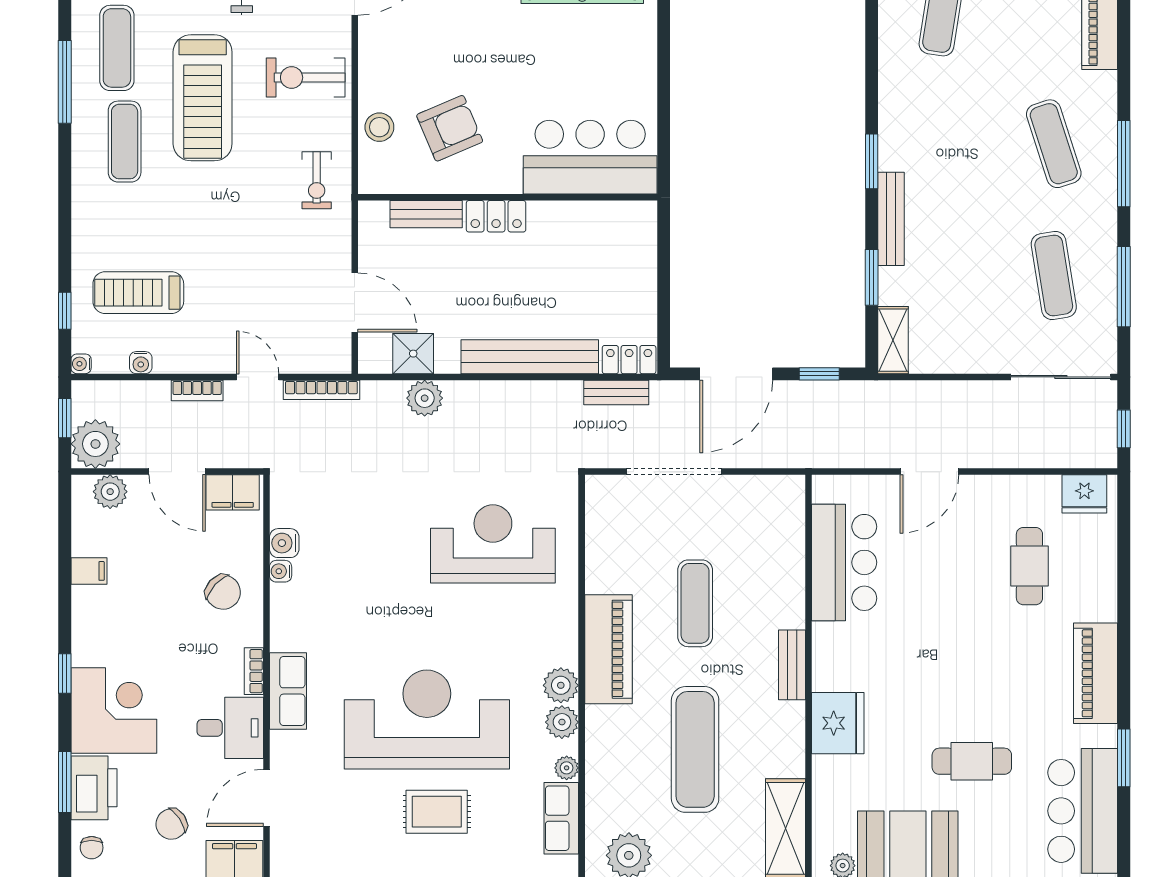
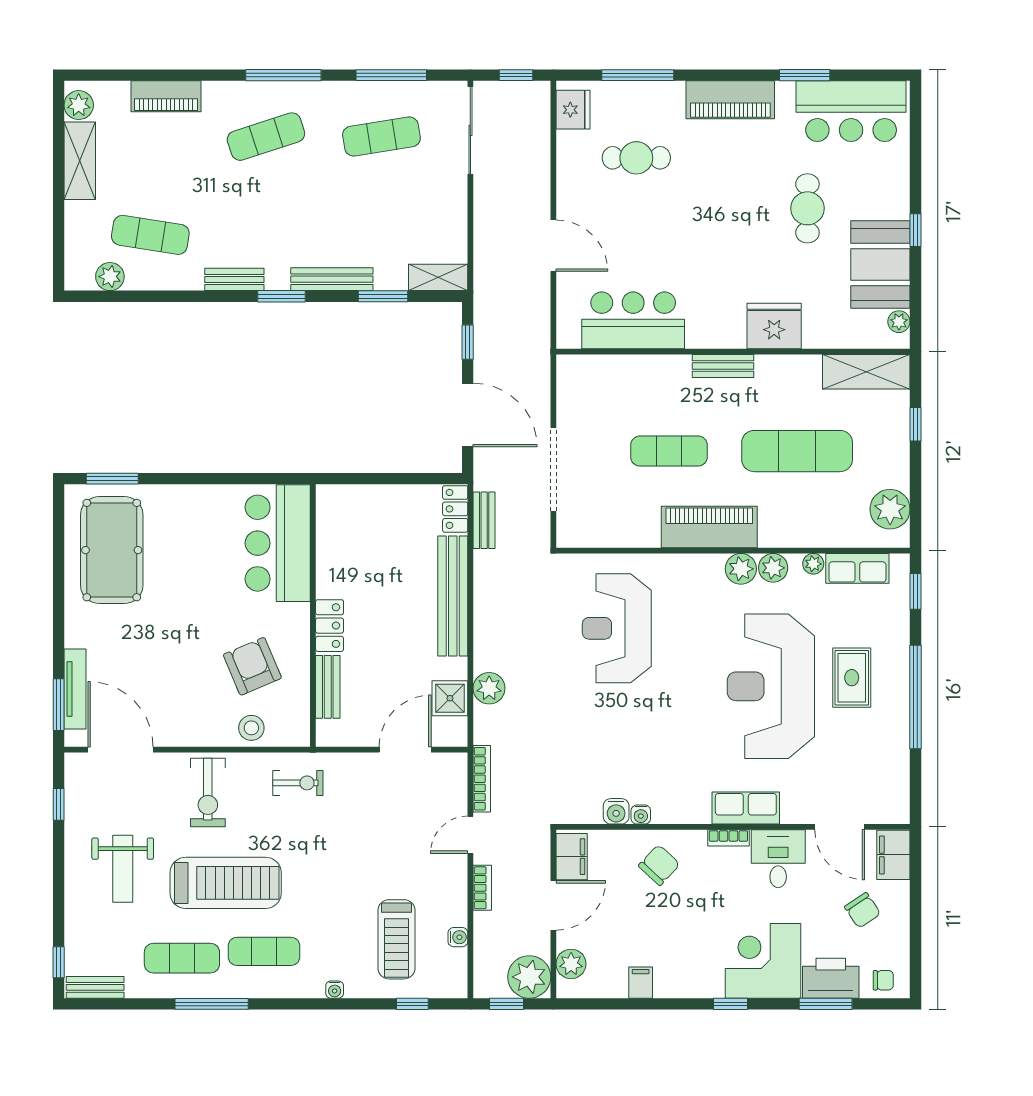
bench: (891, 108) -> (234, 279), added
water cooler: (81, 364) -> (335, 990), moved
window: (1124, 568) -> (638, 75), added

